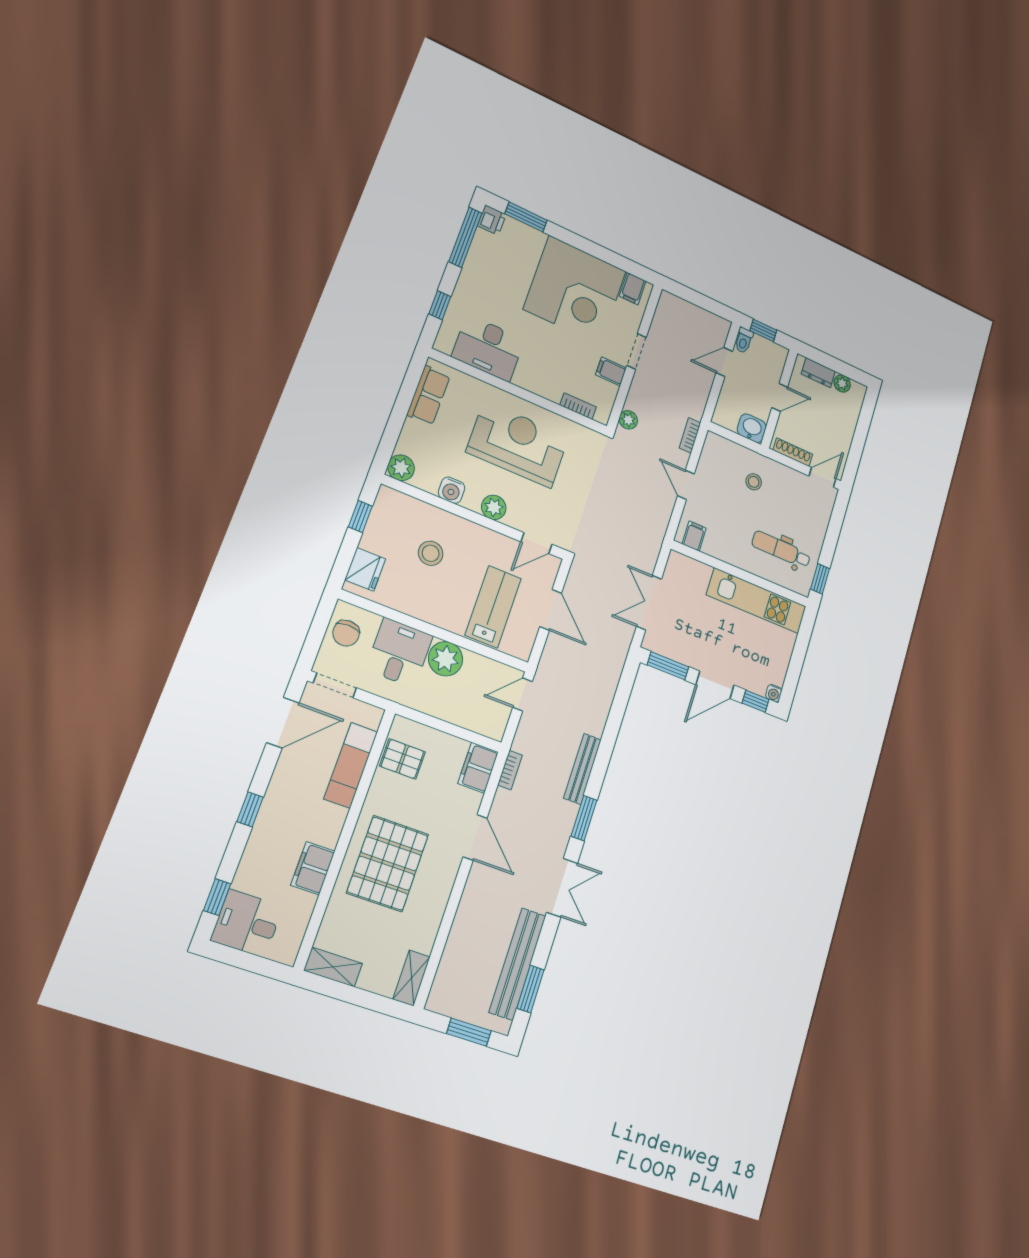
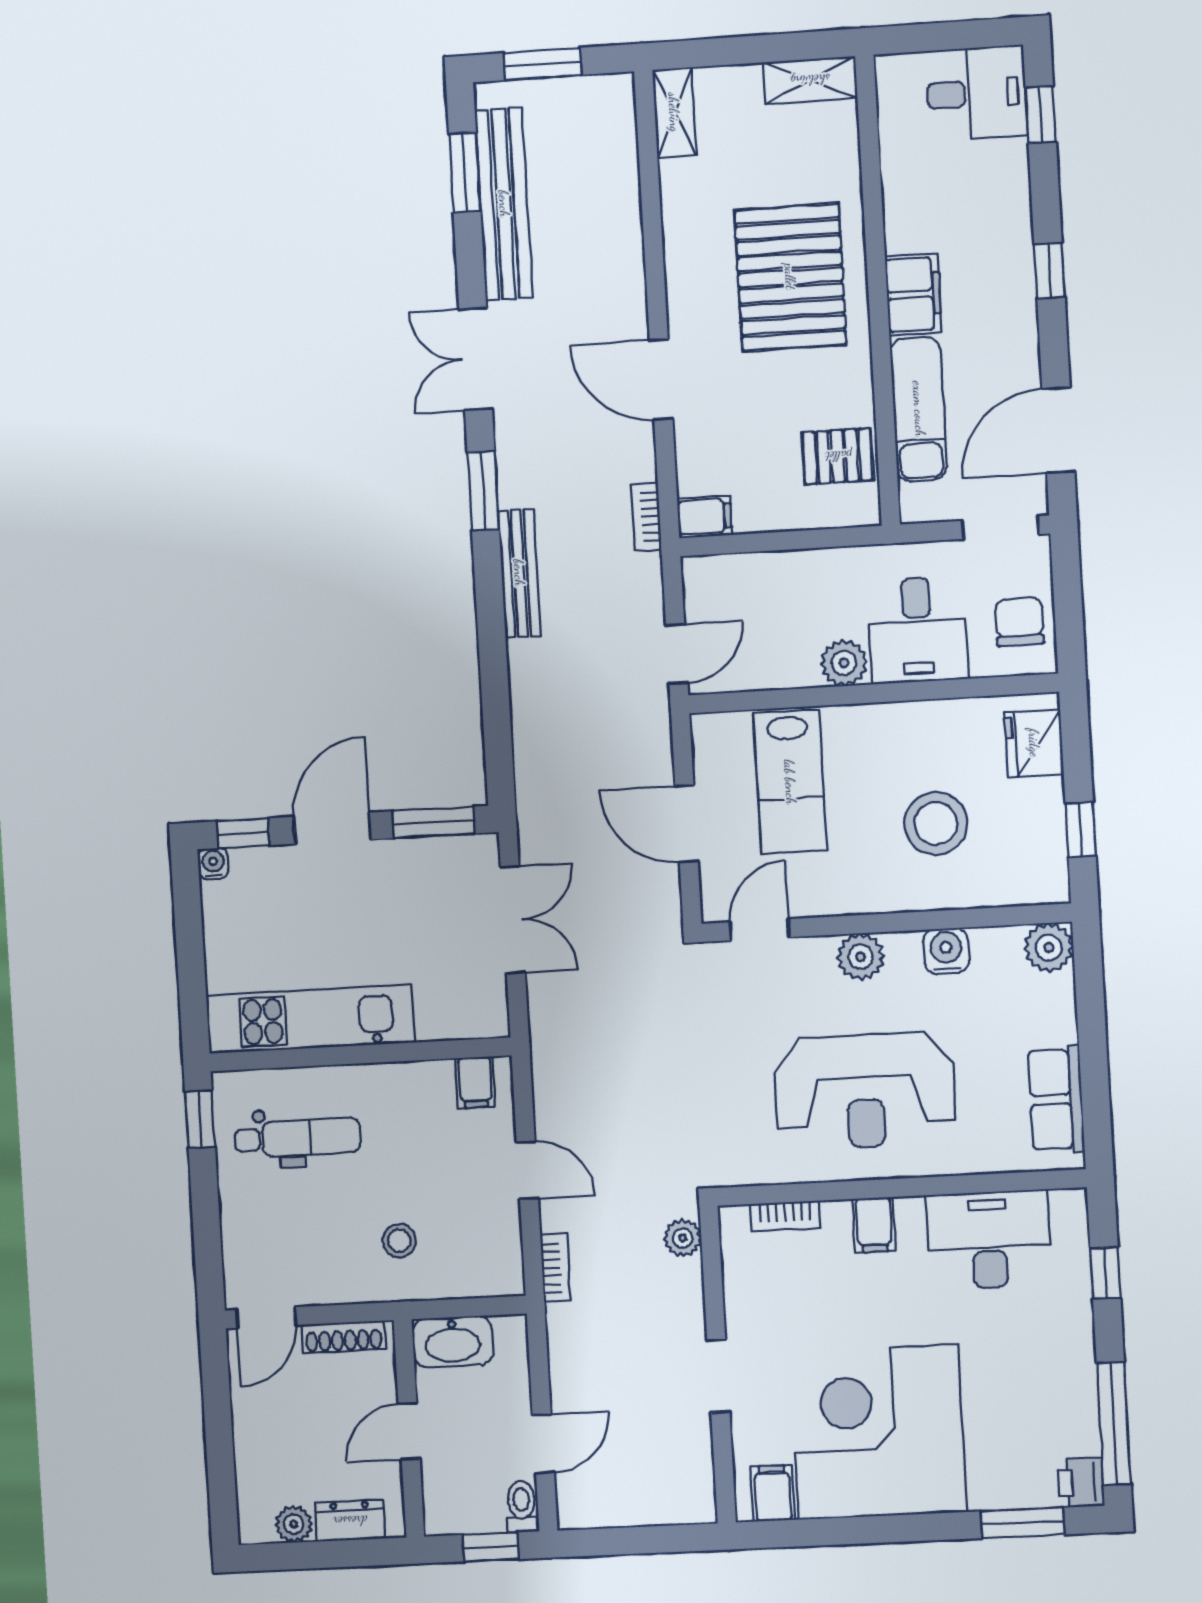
filing cabinet: (611, 371) -> (874, 1225), moved, turned 90
washbasin: (752, 428) -> (453, 1342), width x1.38
stool: (431, 553) -> (936, 823), width x1.38, depth x1.38
plant: (446, 659) -> (844, 663), width x0.73, depth x0.73
filing cabinet: (478, 768) -> (705, 517), width x0.50
filing cabinet: (313, 868) -> (913, 294), moved

